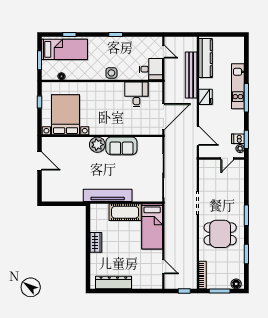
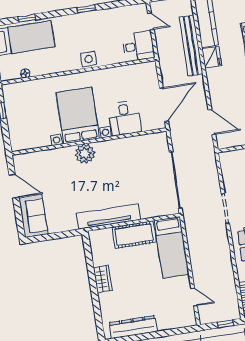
desk: (136, 94) -> (125, 118), moved, turned 180
fridge: (206, 97) -> (212, 57), moved
bed with nightstands: (66, 115) -> (78, 115), moved
sofa: (121, 146) -> (33, 216), moved, turned -90

